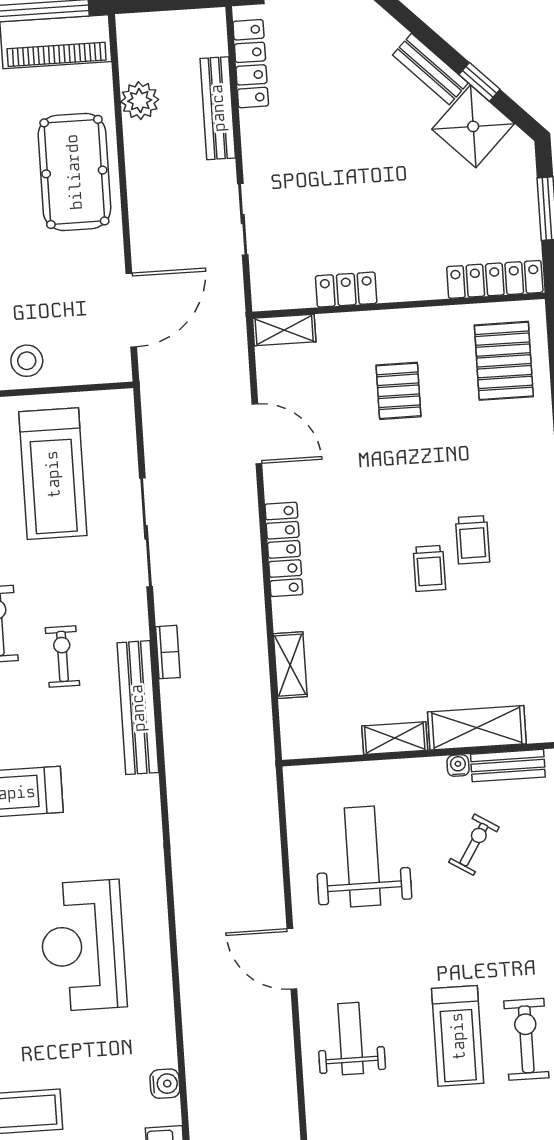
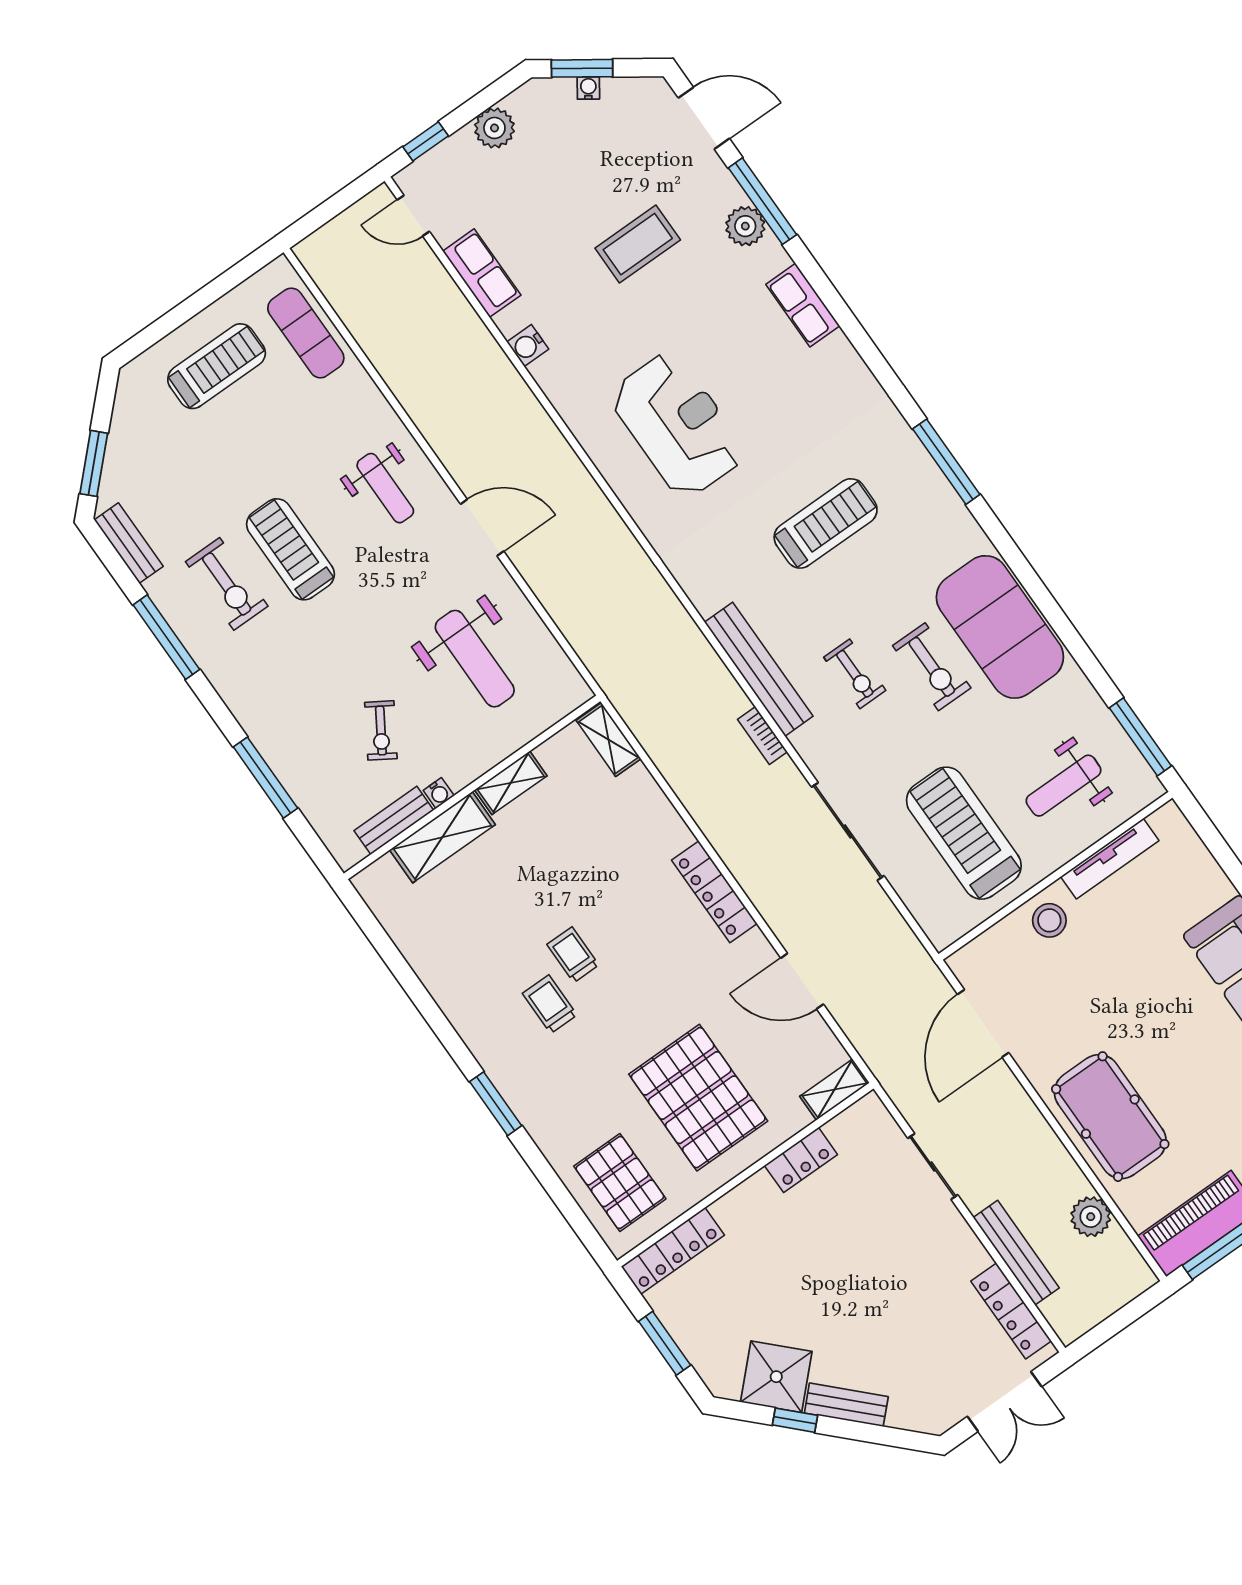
pallet: (398, 391) -> (698, 1098), width x2.05, depth x2.00
shelving: (290, 665) -> (609, 740), moved

